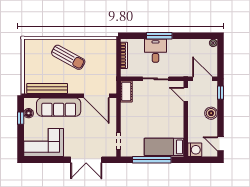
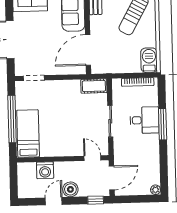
barbecue: (106, 46) -> (149, 60), added
door: (186, 94) -> (92, 158), hinge flipped
door: (220, 144) -> (54, 201), moved
washing machine: (195, 150) -> (45, 170), moved

